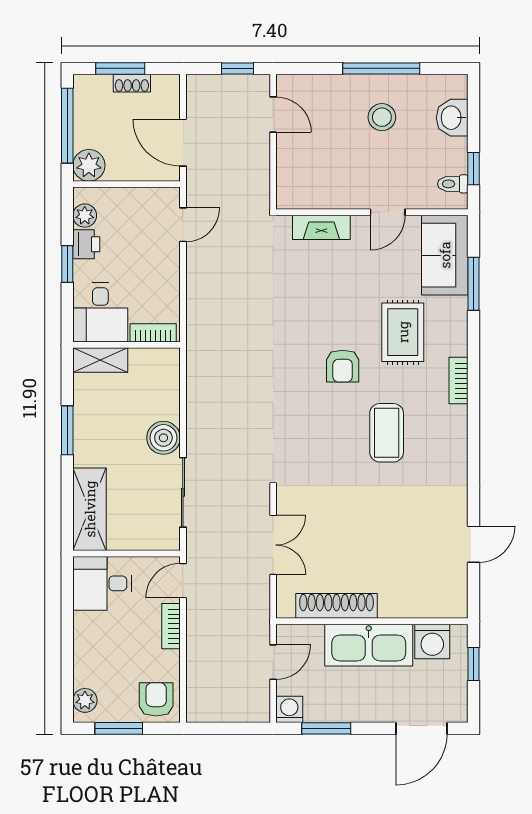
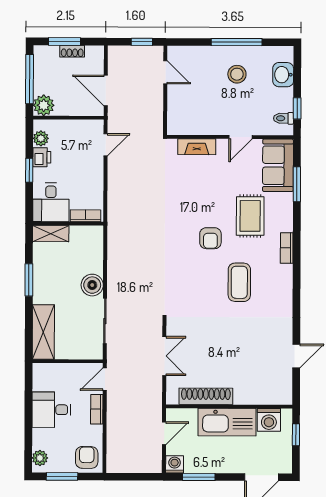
desk: (102, 583) -> (51, 410), moved

